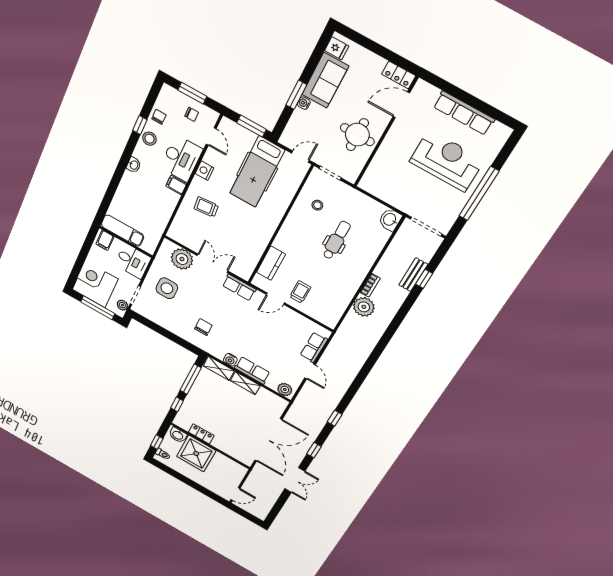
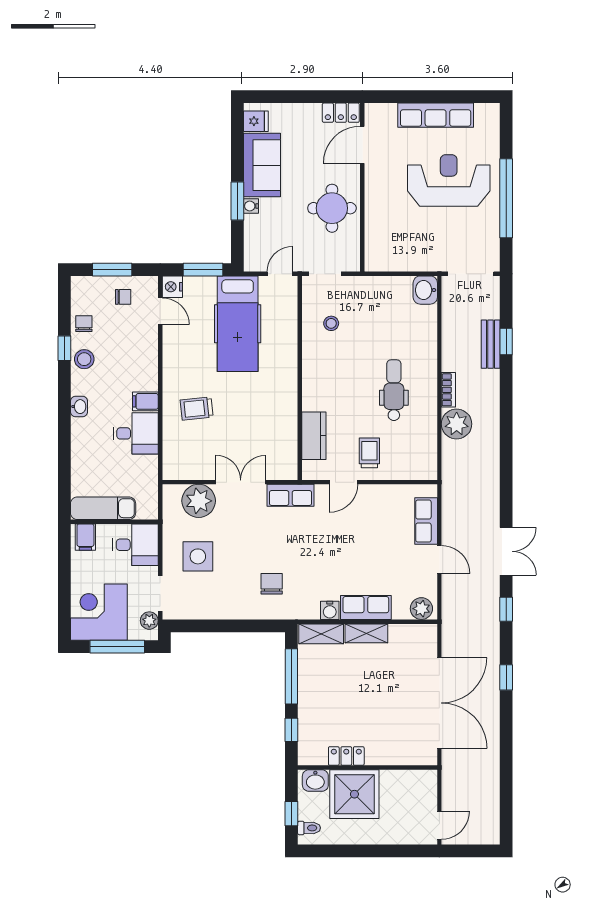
desk: (181, 158) -> (136, 433), moved, width x0.73
nightstand: (205, 171) -> (172, 287), moved
dental chair: (336, 240) -> (394, 390), moved
double door: (295, 480) -> (506, 551), moved

